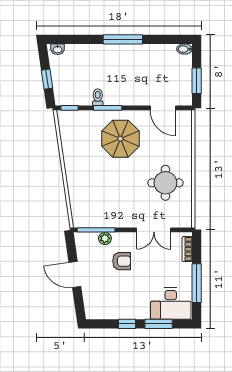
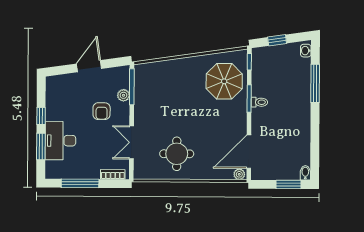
window: (123, 39) -> (315, 83), moved
window: (197, 81) -> (289, 184), moved
toilet: (98, 97) -> (259, 102), moved
door: (163, 108) -> (249, 152), width x1.36
plant: (186, 118) -> (239, 174), added
parasol: (120, 139) -> (224, 81), moved
desk: (171, 304) -> (60, 141), moved

